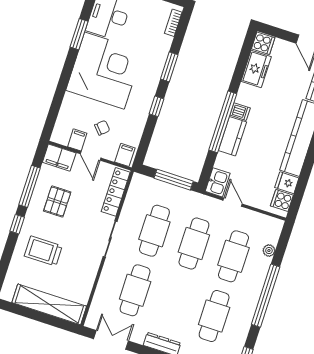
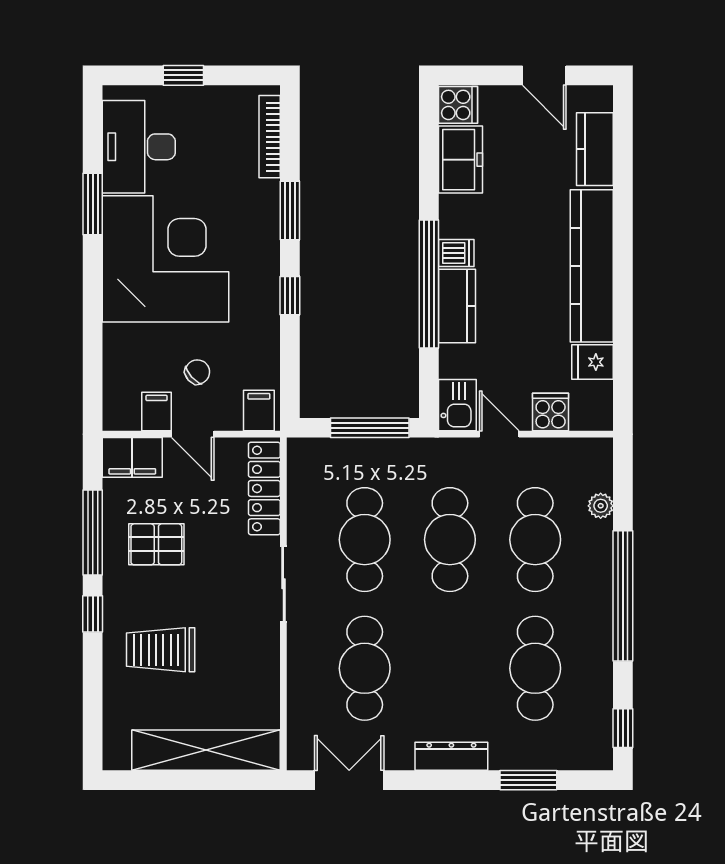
bookcase: (173, 23) -> (270, 137), width x1.56
pallet: (57, 201) -> (156, 544), turned 90
cooker: (282, 201) -> (551, 412), moved, turned 90

